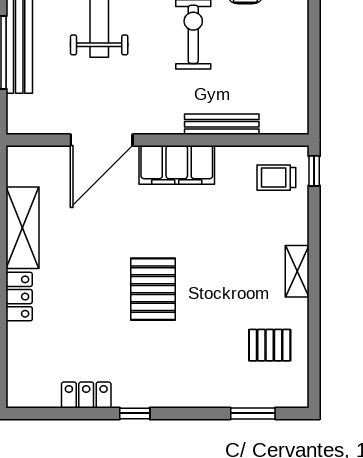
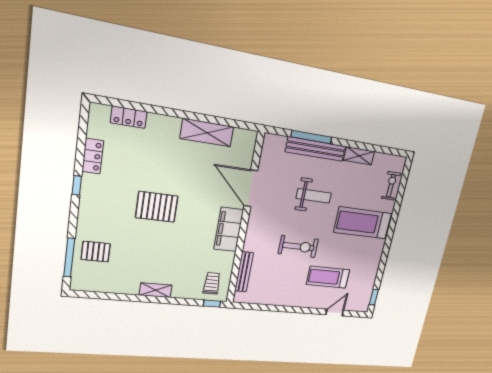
bench: (222, 124) -> (244, 272), moved
locker: (19, 297) -> (129, 117), moved
pallet: (270, 345) -> (96, 252), moved, turned 90
window: (253, 413) -> (69, 257), width x1.44

